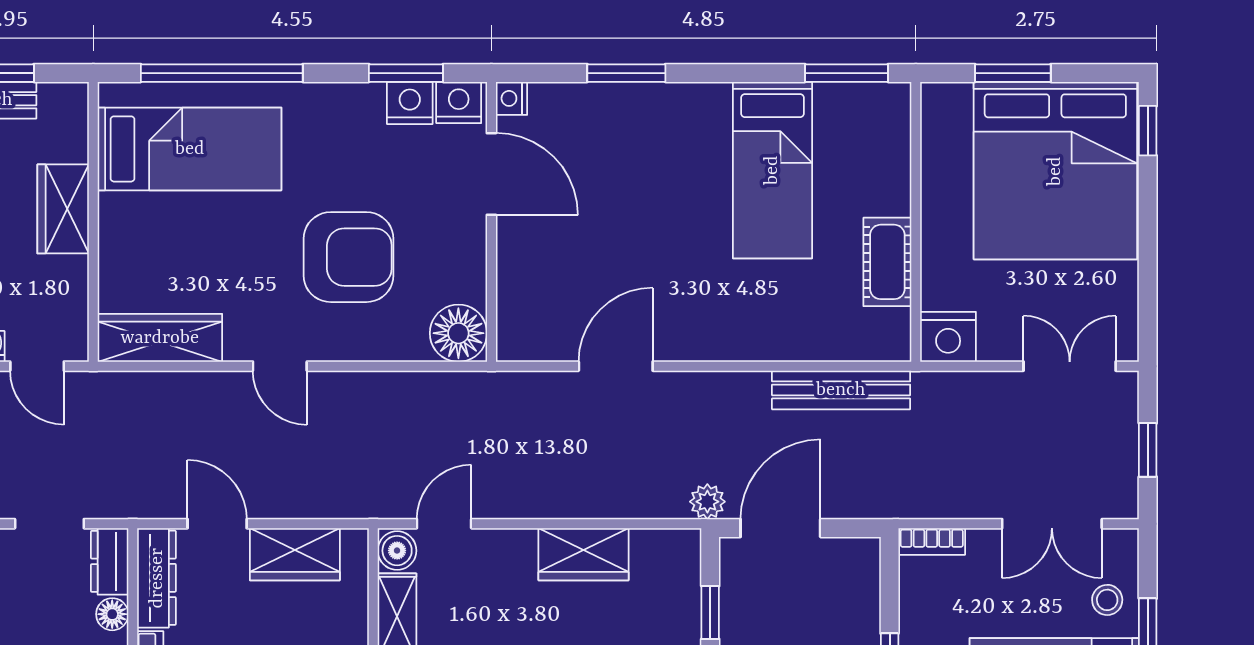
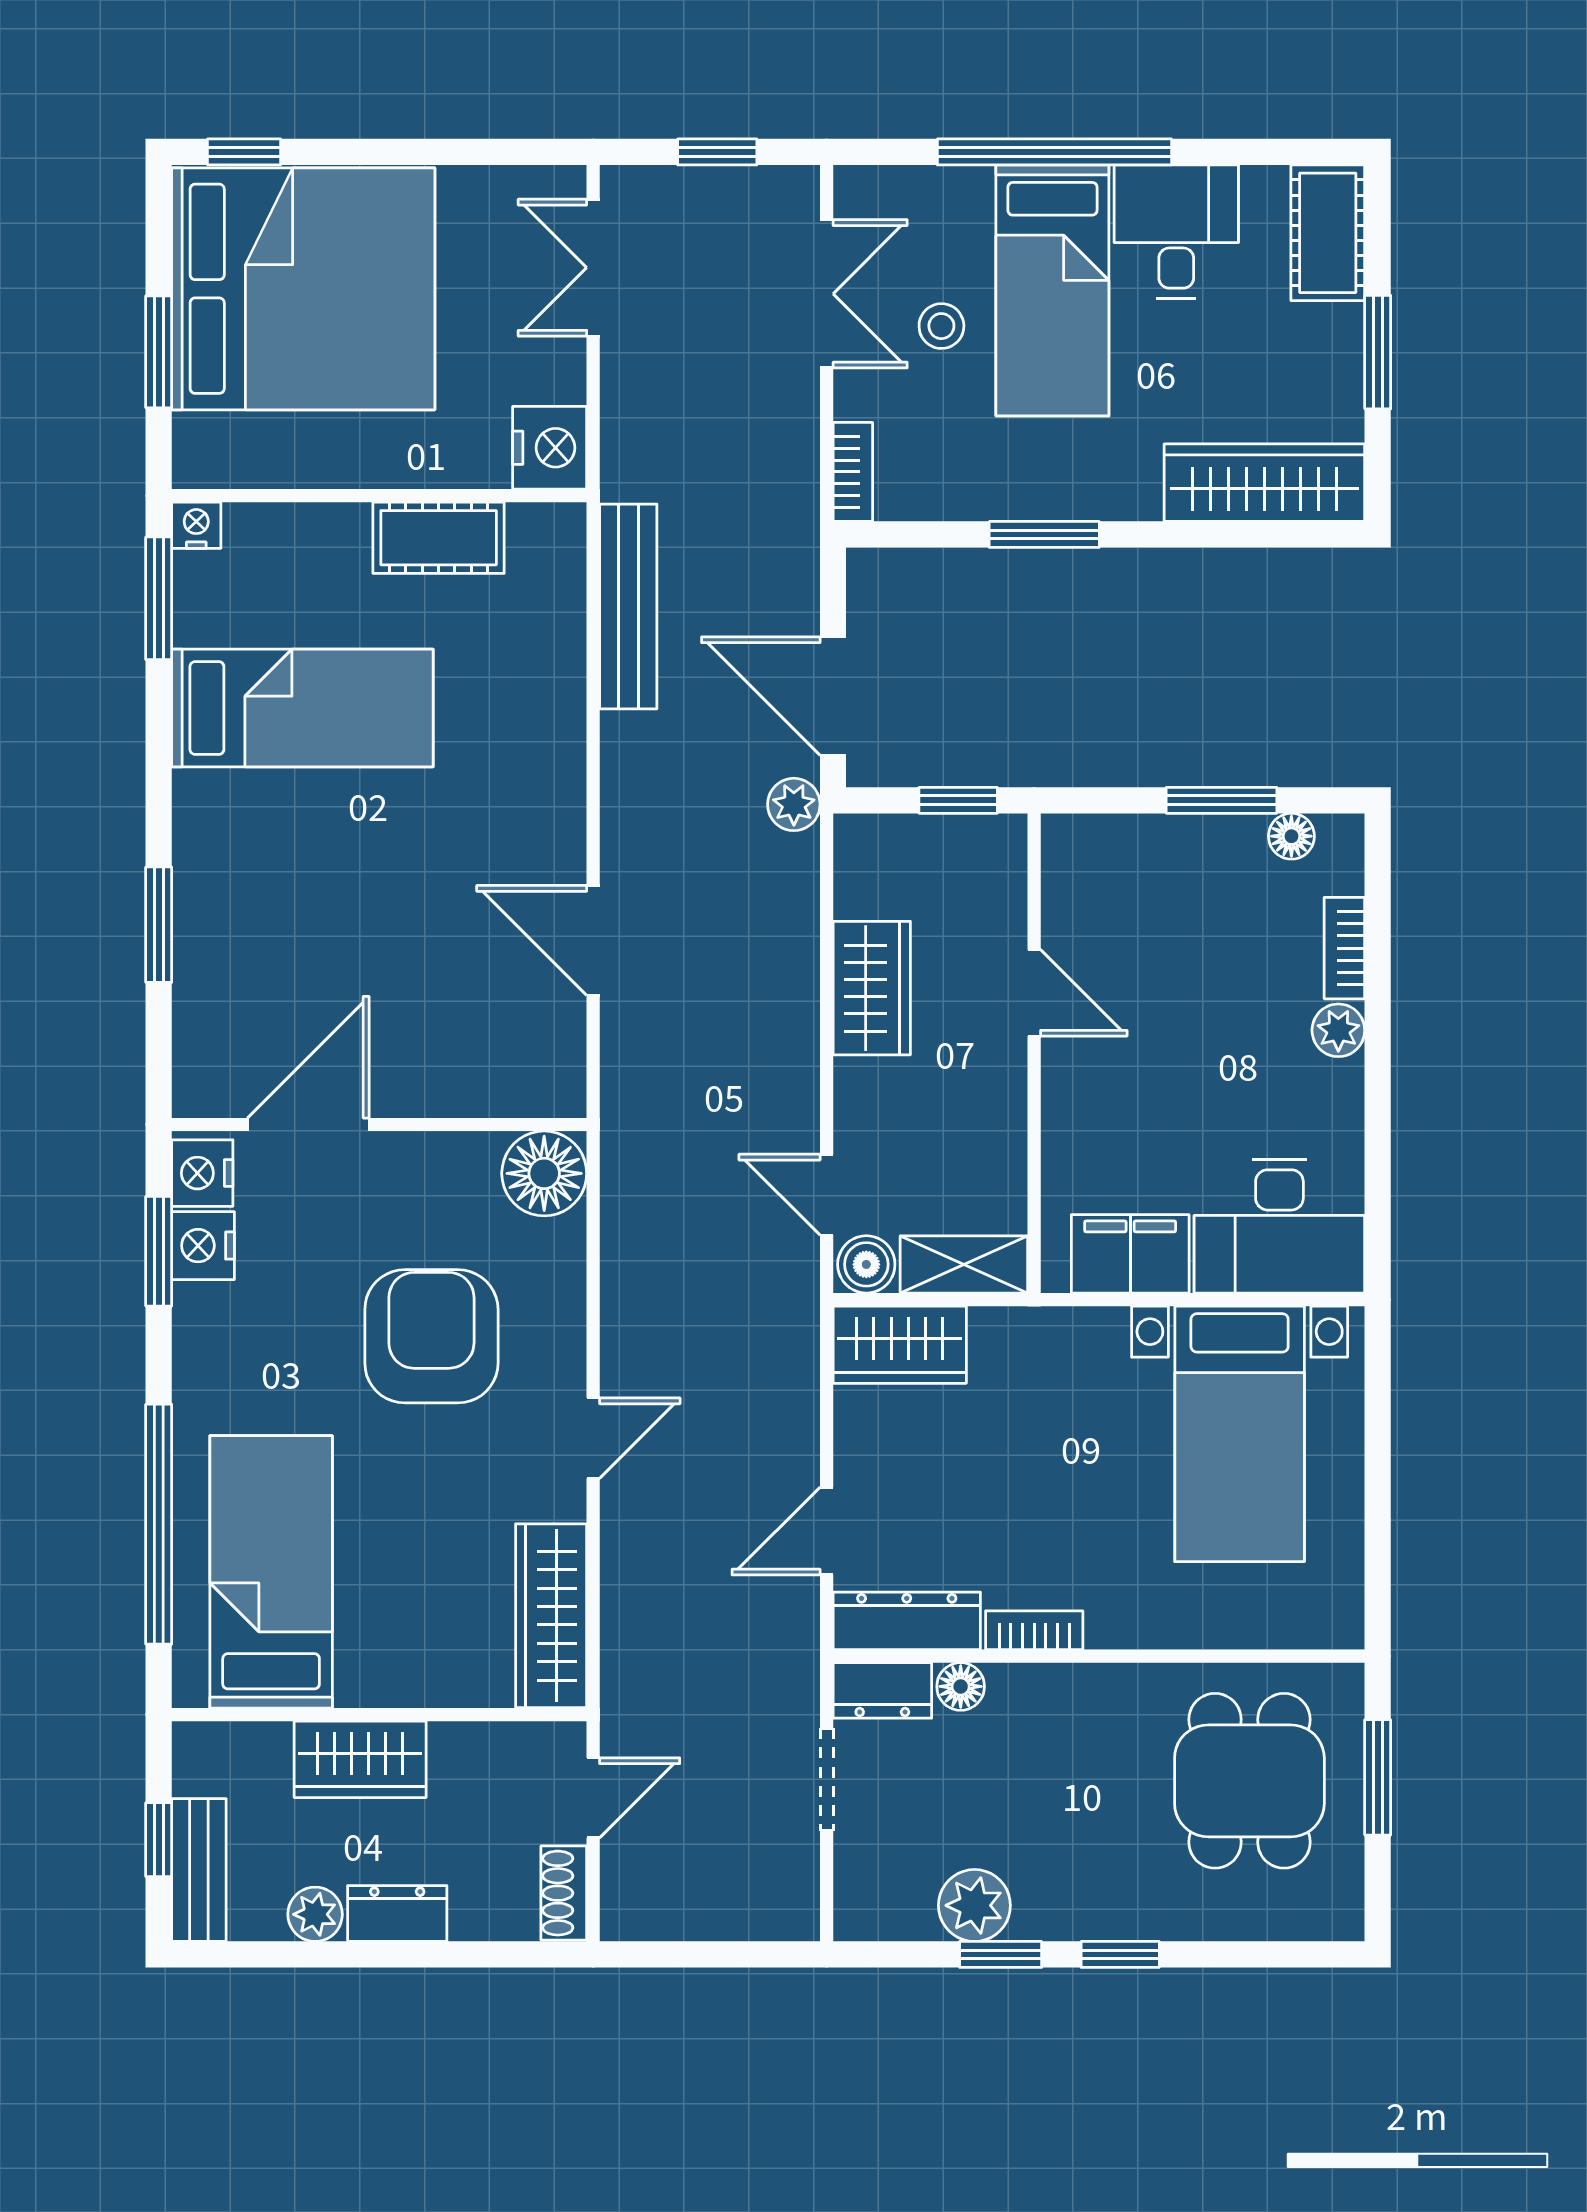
nightstand: (511, 98) -> (196, 525), moved, turned 180
wardrobe: (295, 554) -> (900, 1345), moved, turned 90
stool: (1107, 600) -> (941, 326), moved

